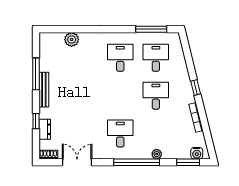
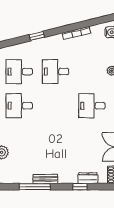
window: (196, 87) -> (37, 36), moved
bench: (44, 90) -> (45, 179), width x0.73

